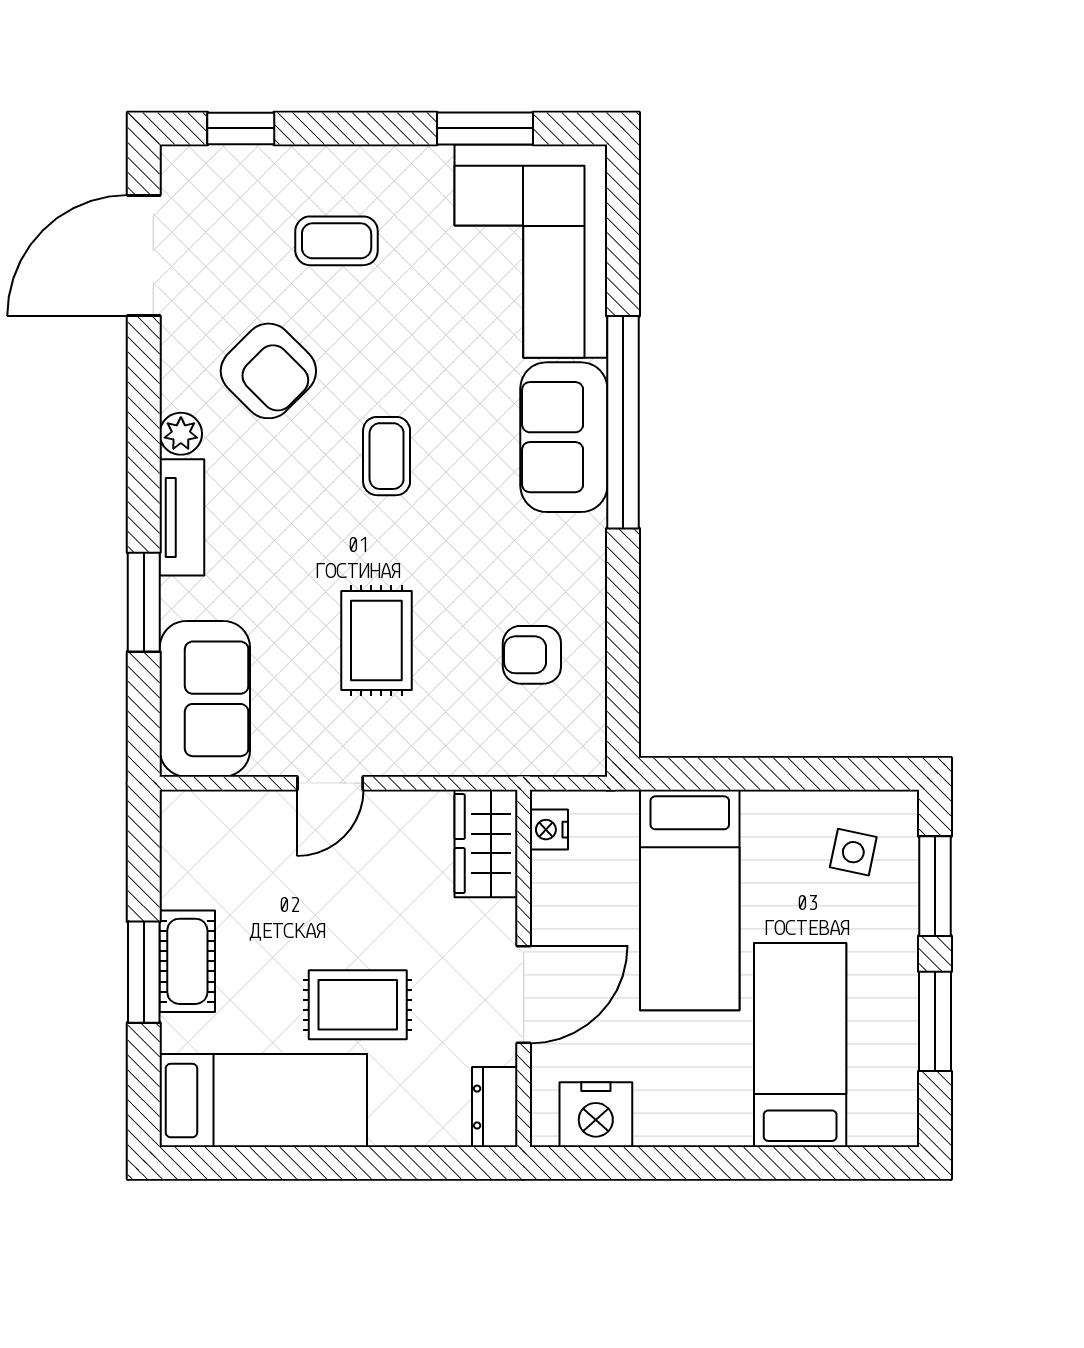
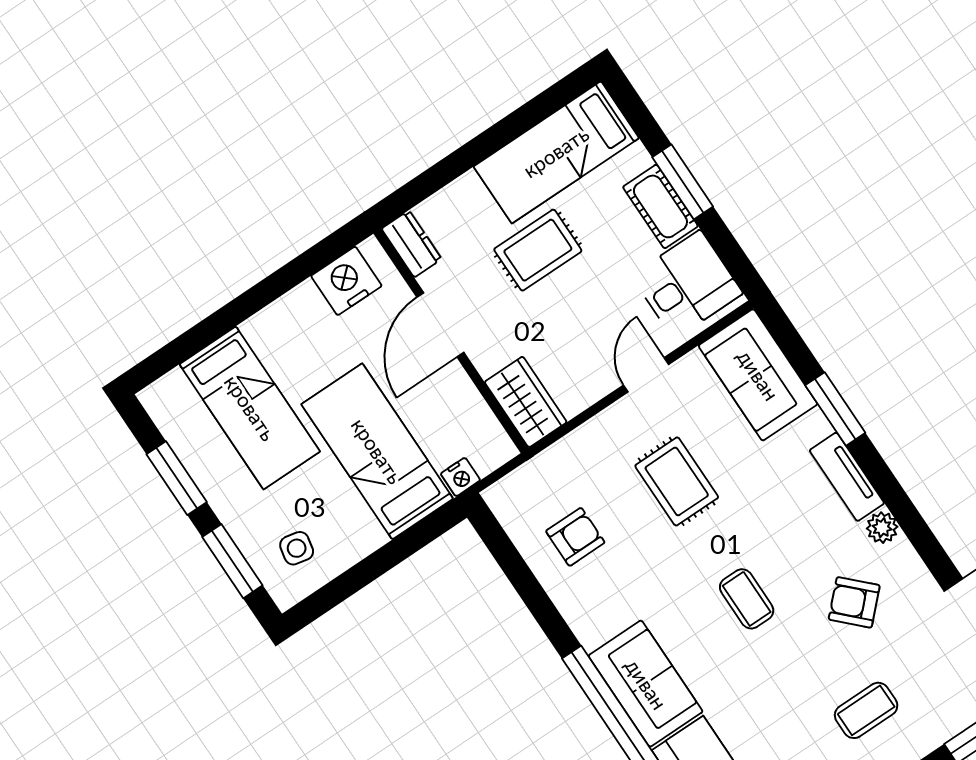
armchair: (268, 371) -> (854, 602), width x0.72, depth x0.72
nightstand: (549, 830) -> (460, 477), moved, turned 90
desk: (216, 854) -> (687, 285), added

